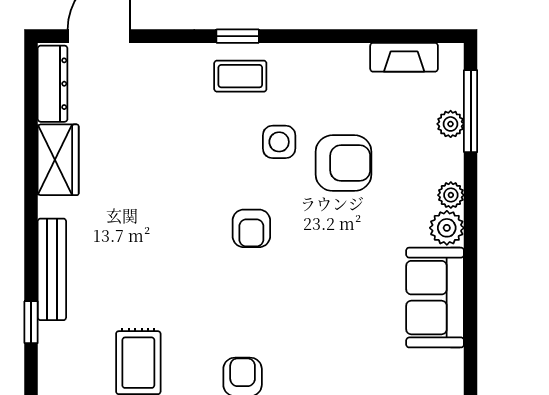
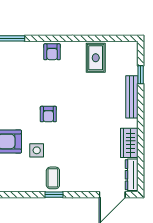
coffee table: (240, 76) -> (53, 178), turned 90
armchair: (251, 228) -> (48, 114), turned 180

